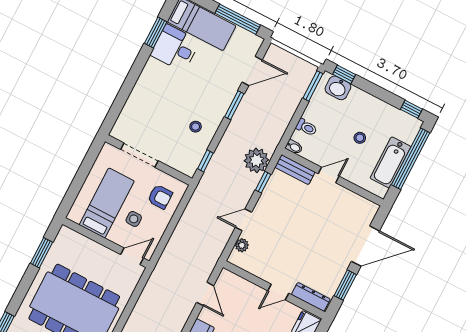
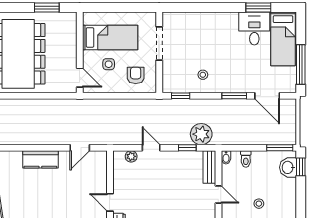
armchair: (160, 197) -> (136, 75), turned 180

